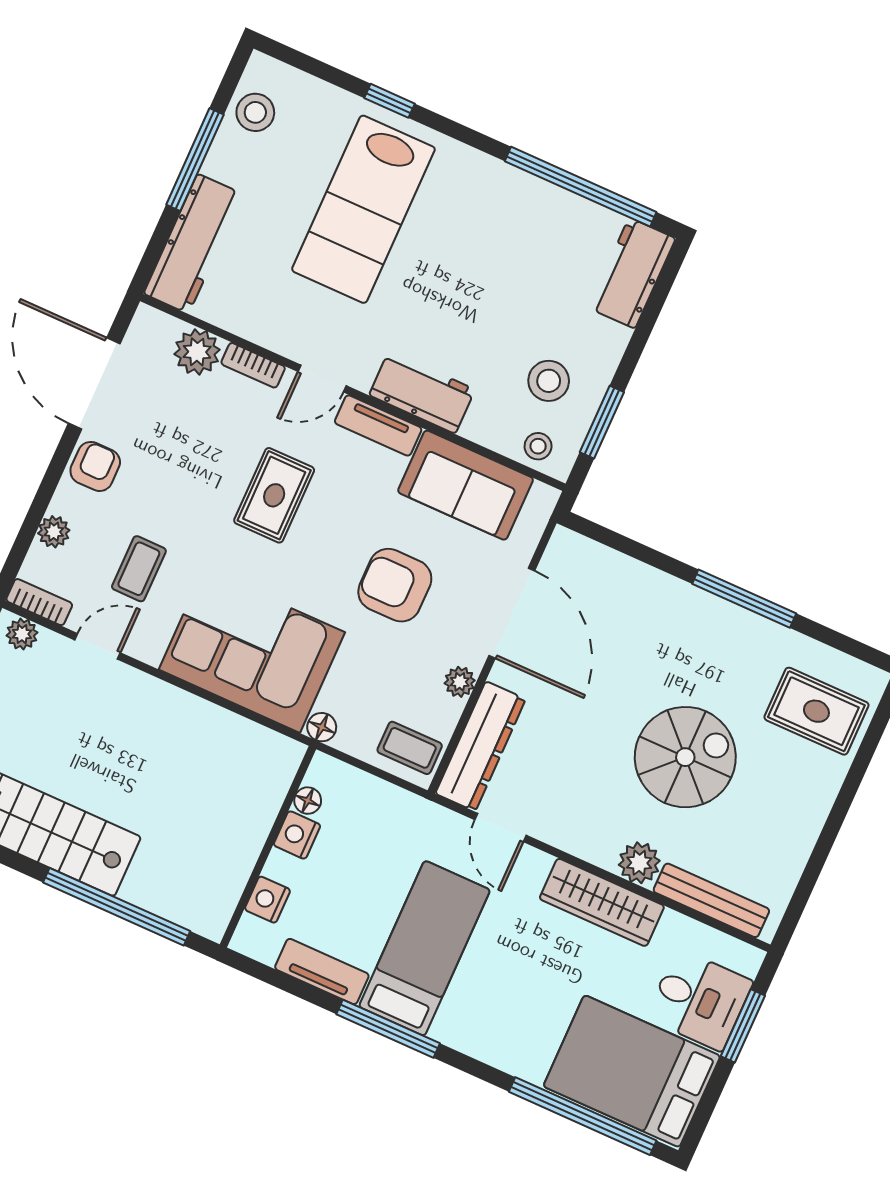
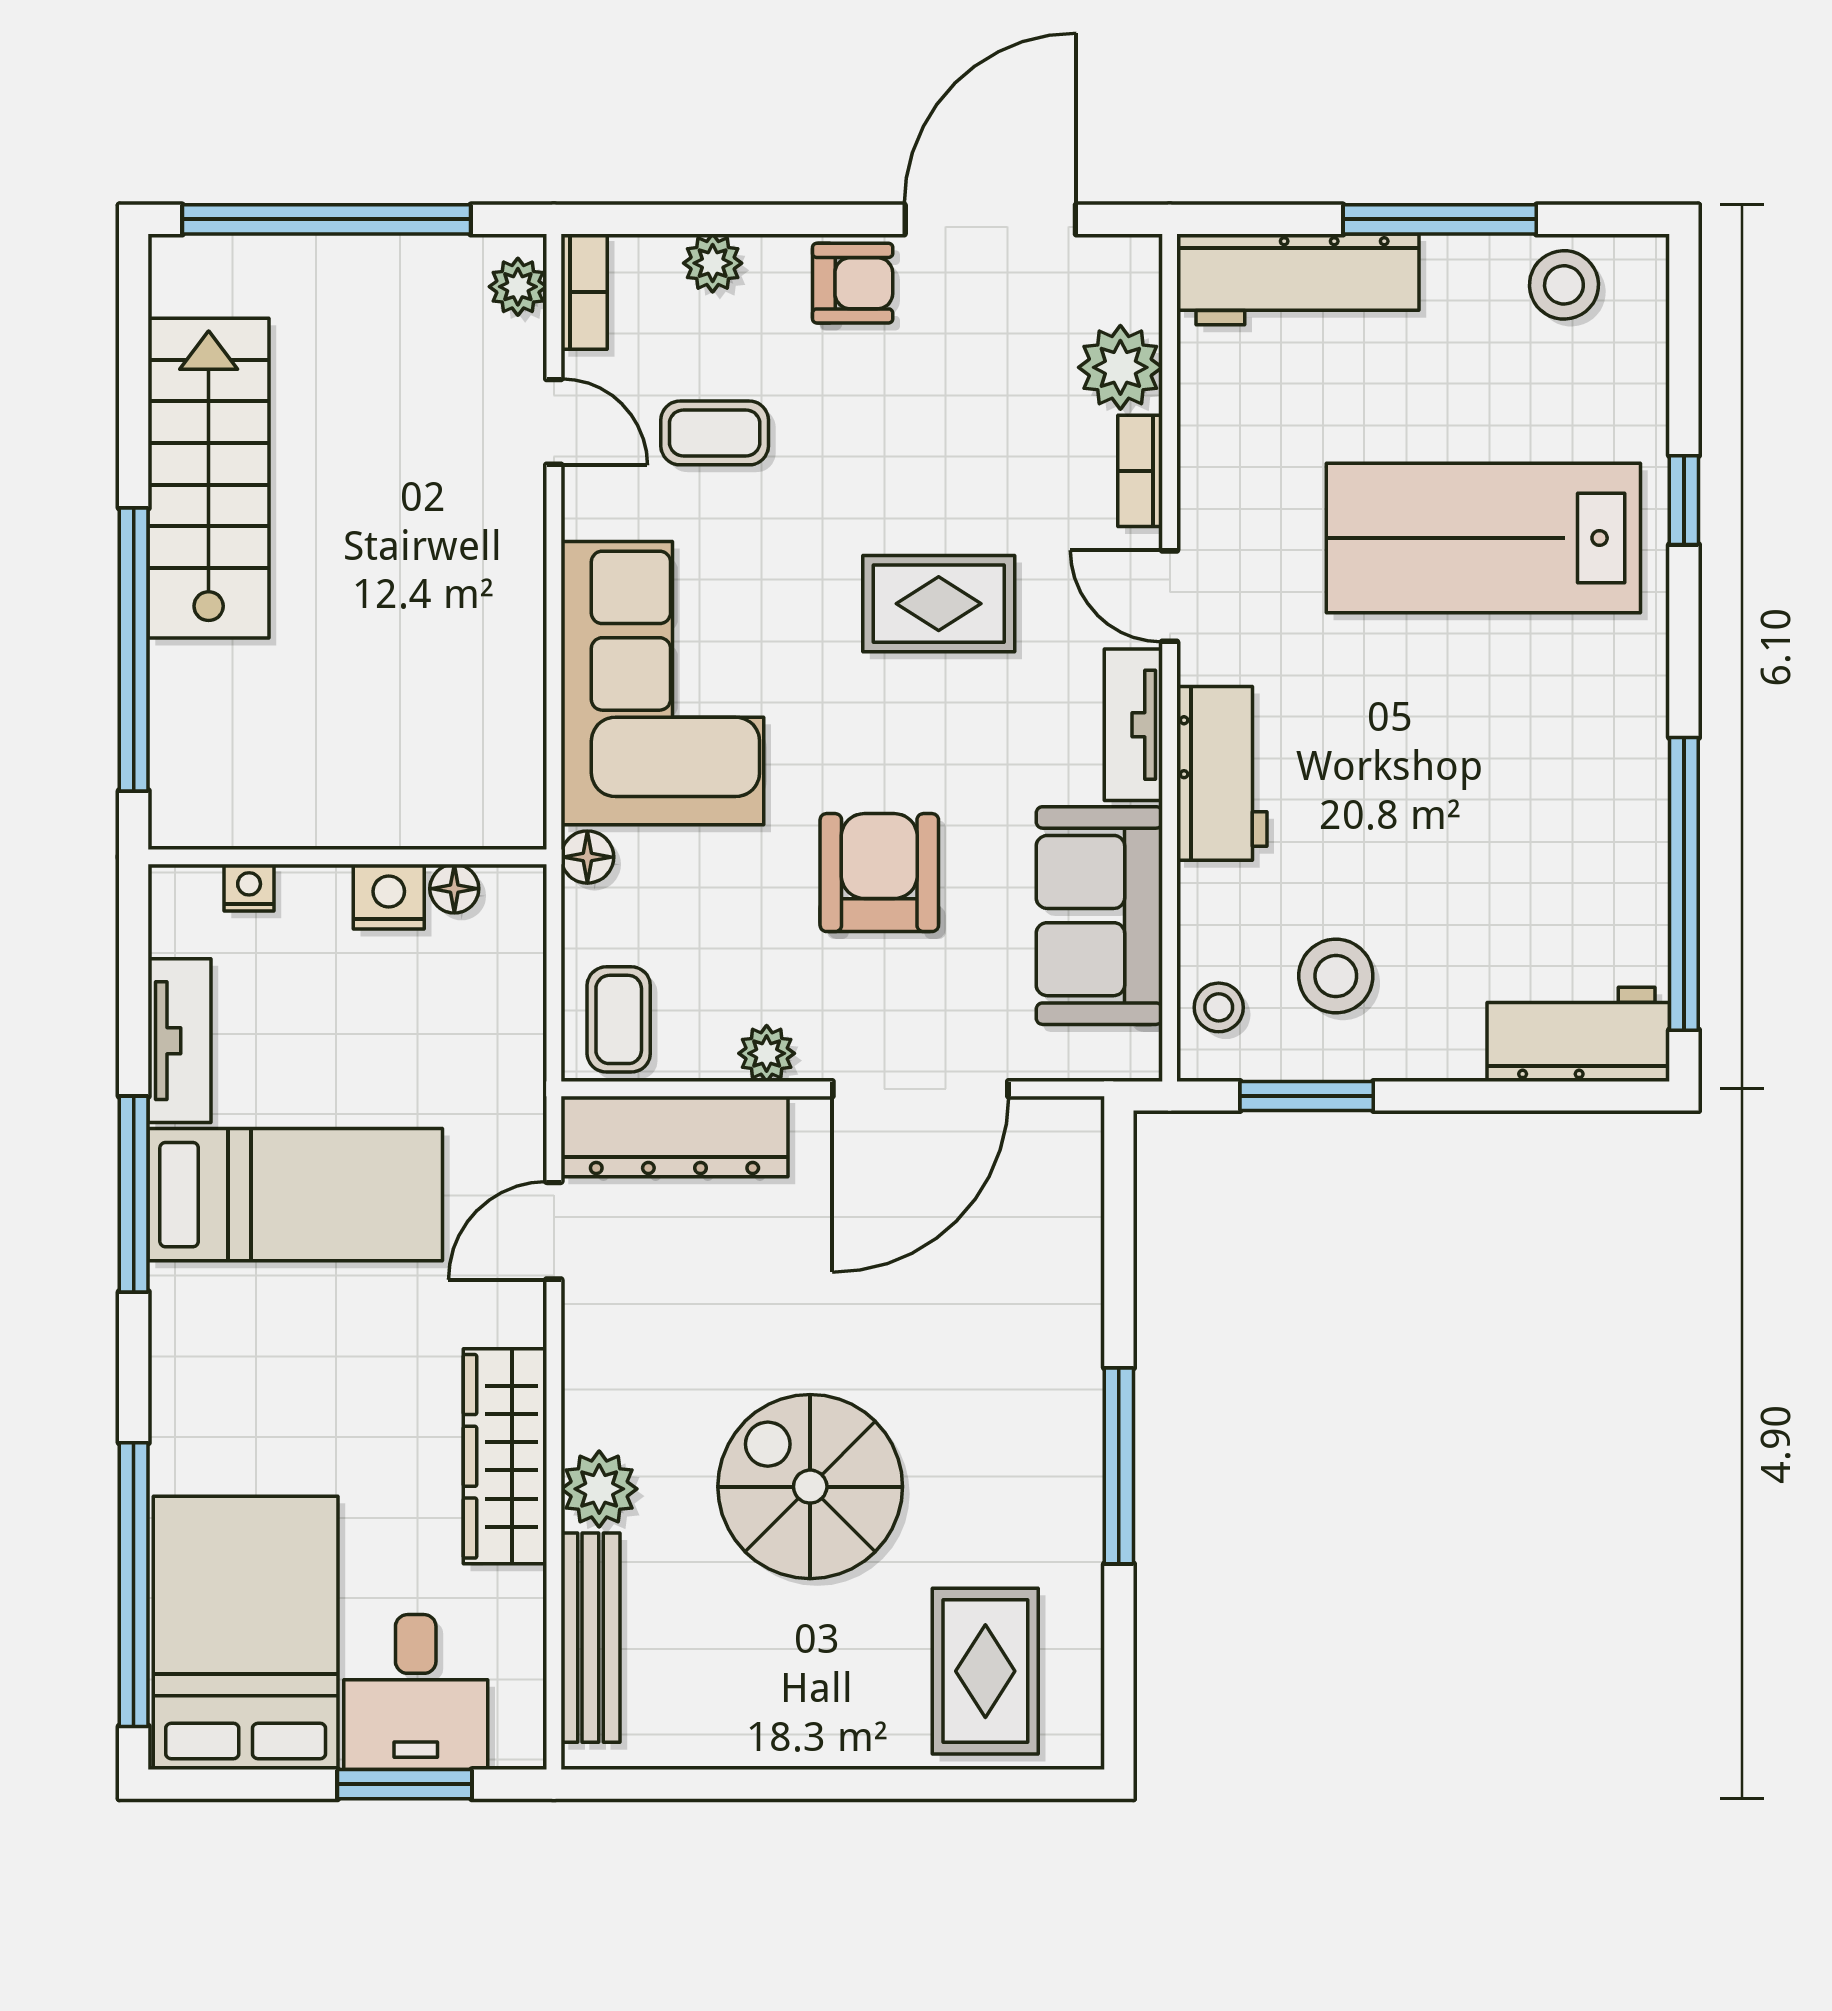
spiral stairs: (685, 757) -> (810, 1487), turned 180
nightstand: (267, 900) -> (249, 888), width x0.72, depth x0.74

